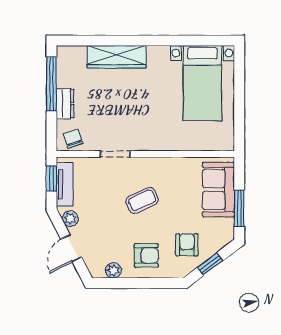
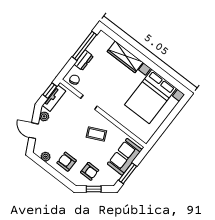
bed with nightstands: (202, 83) -> (151, 96), width x1.36
coffee table: (142, 200) -> (96, 134), moved
armchair: (187, 245) -> (90, 171), turned 90
door: (71, 248) -> (34, 131), hinge flipped
armchair: (146, 256) -> (67, 162), turned 180

